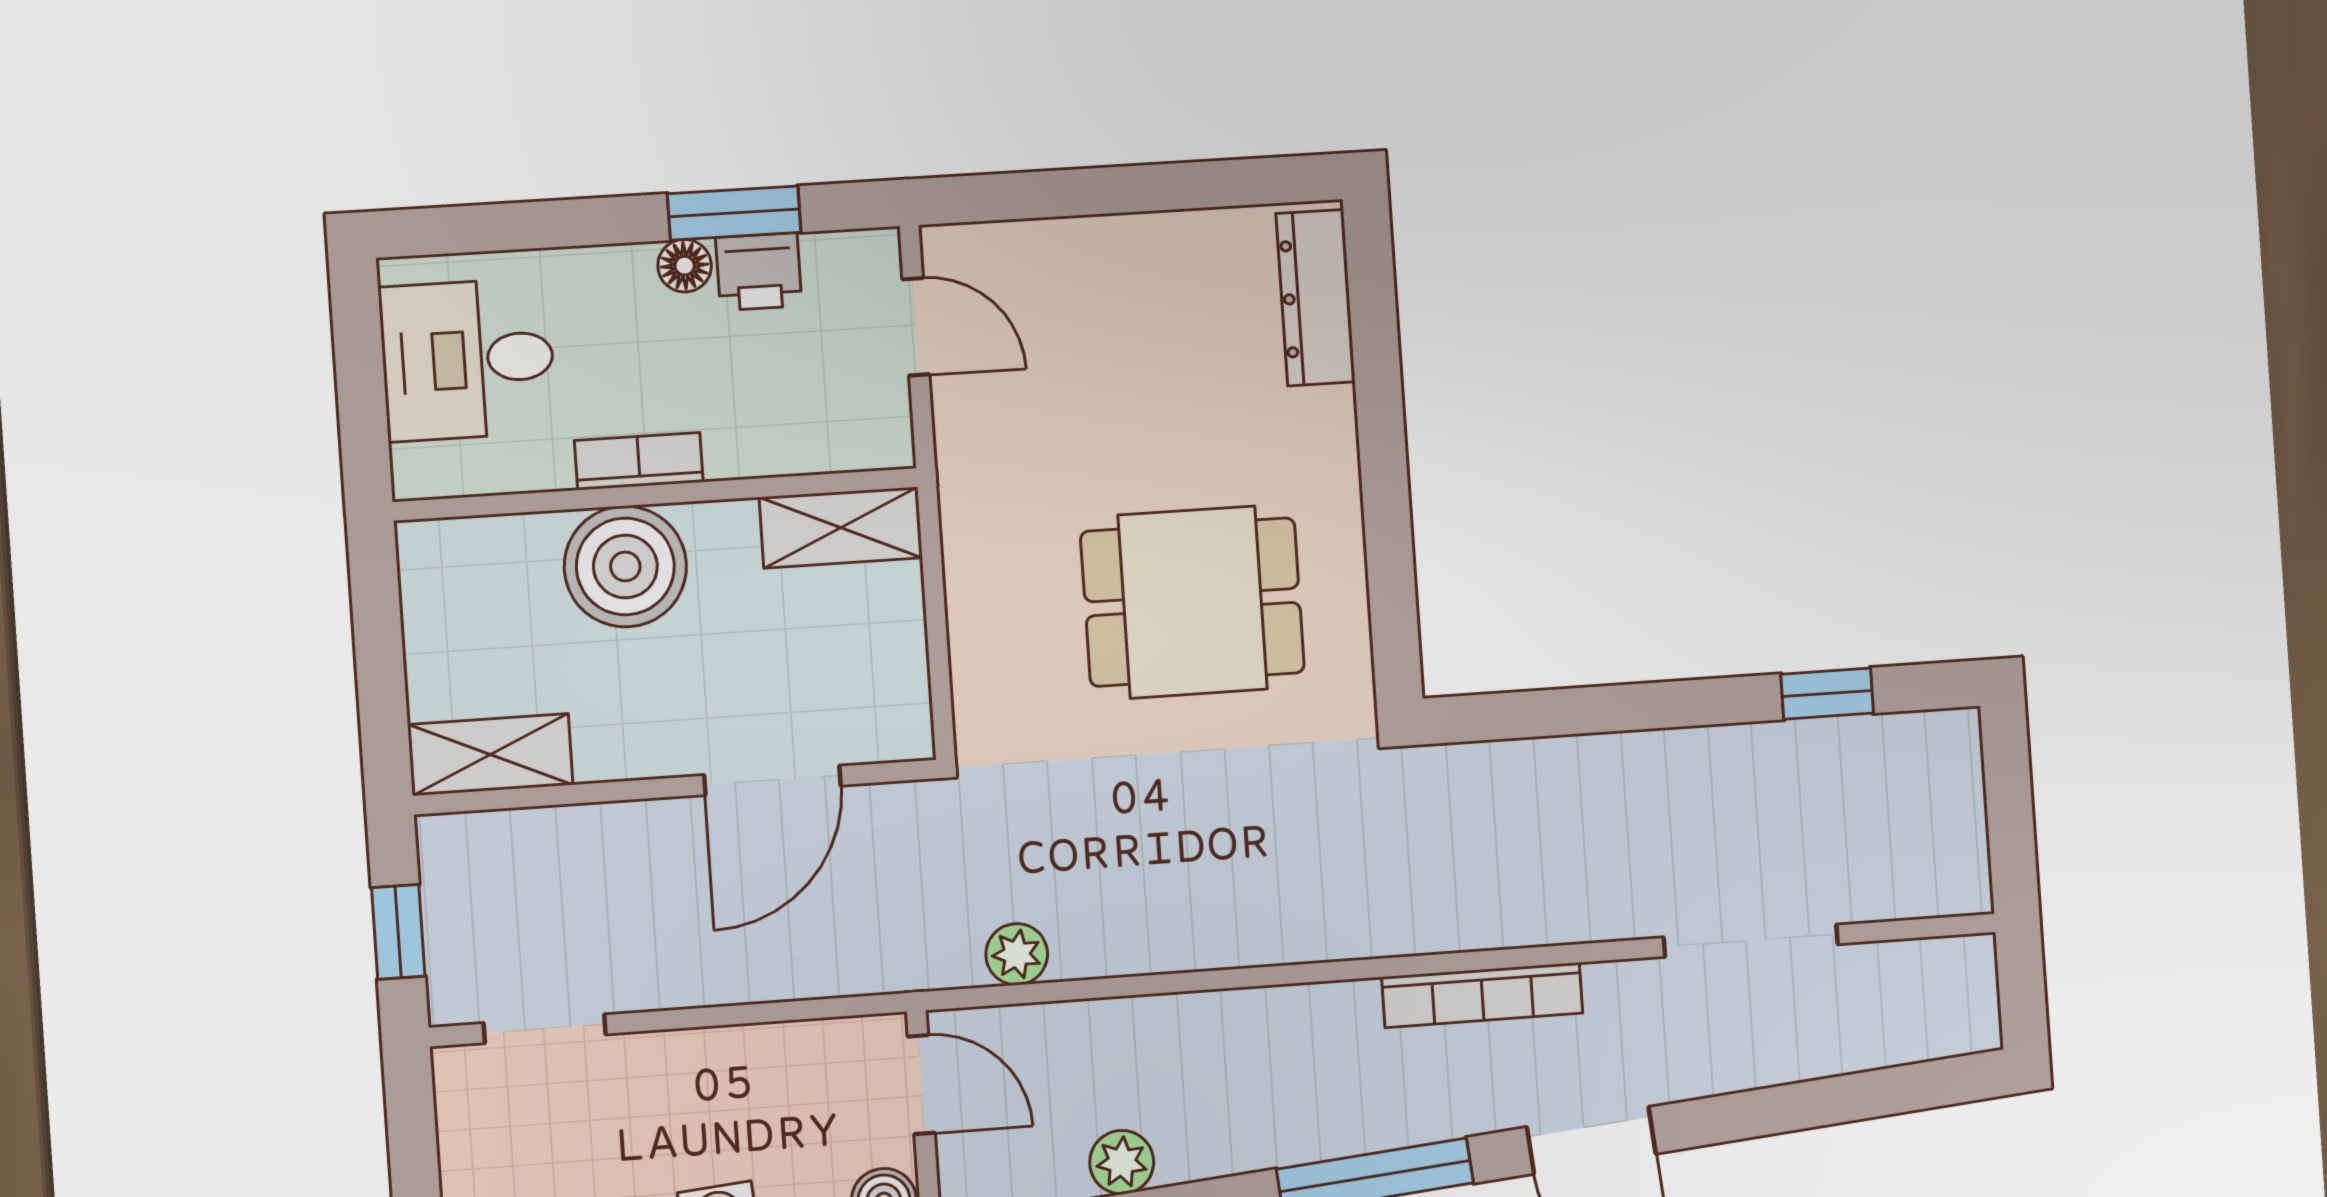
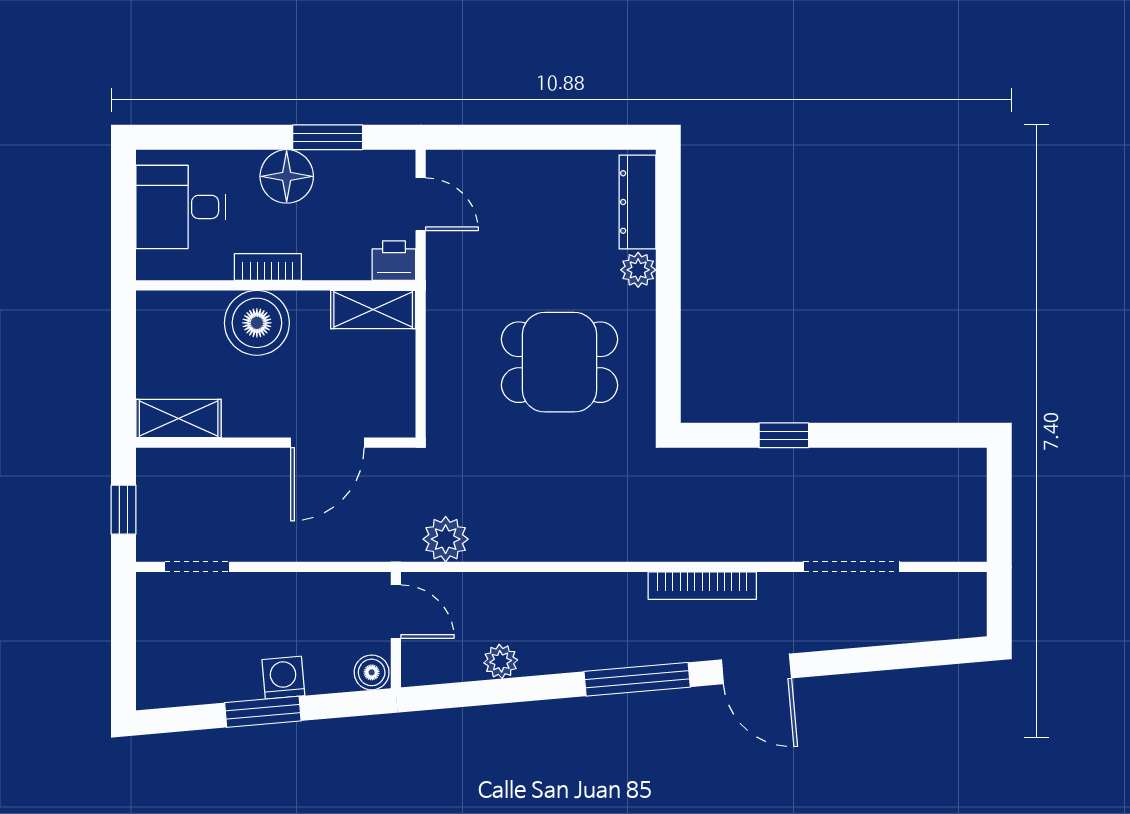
floor lamp: (685, 266) -> (287, 176), width x1.89, depth x1.89
printer: (759, 272) -> (394, 261), moved, turned 180
plant: (1325, 423) -> (638, 270), added
window: (1827, 694) -> (784, 435), moved
plant: (1017, 954) -> (446, 539), width x1.38, depth x1.38

